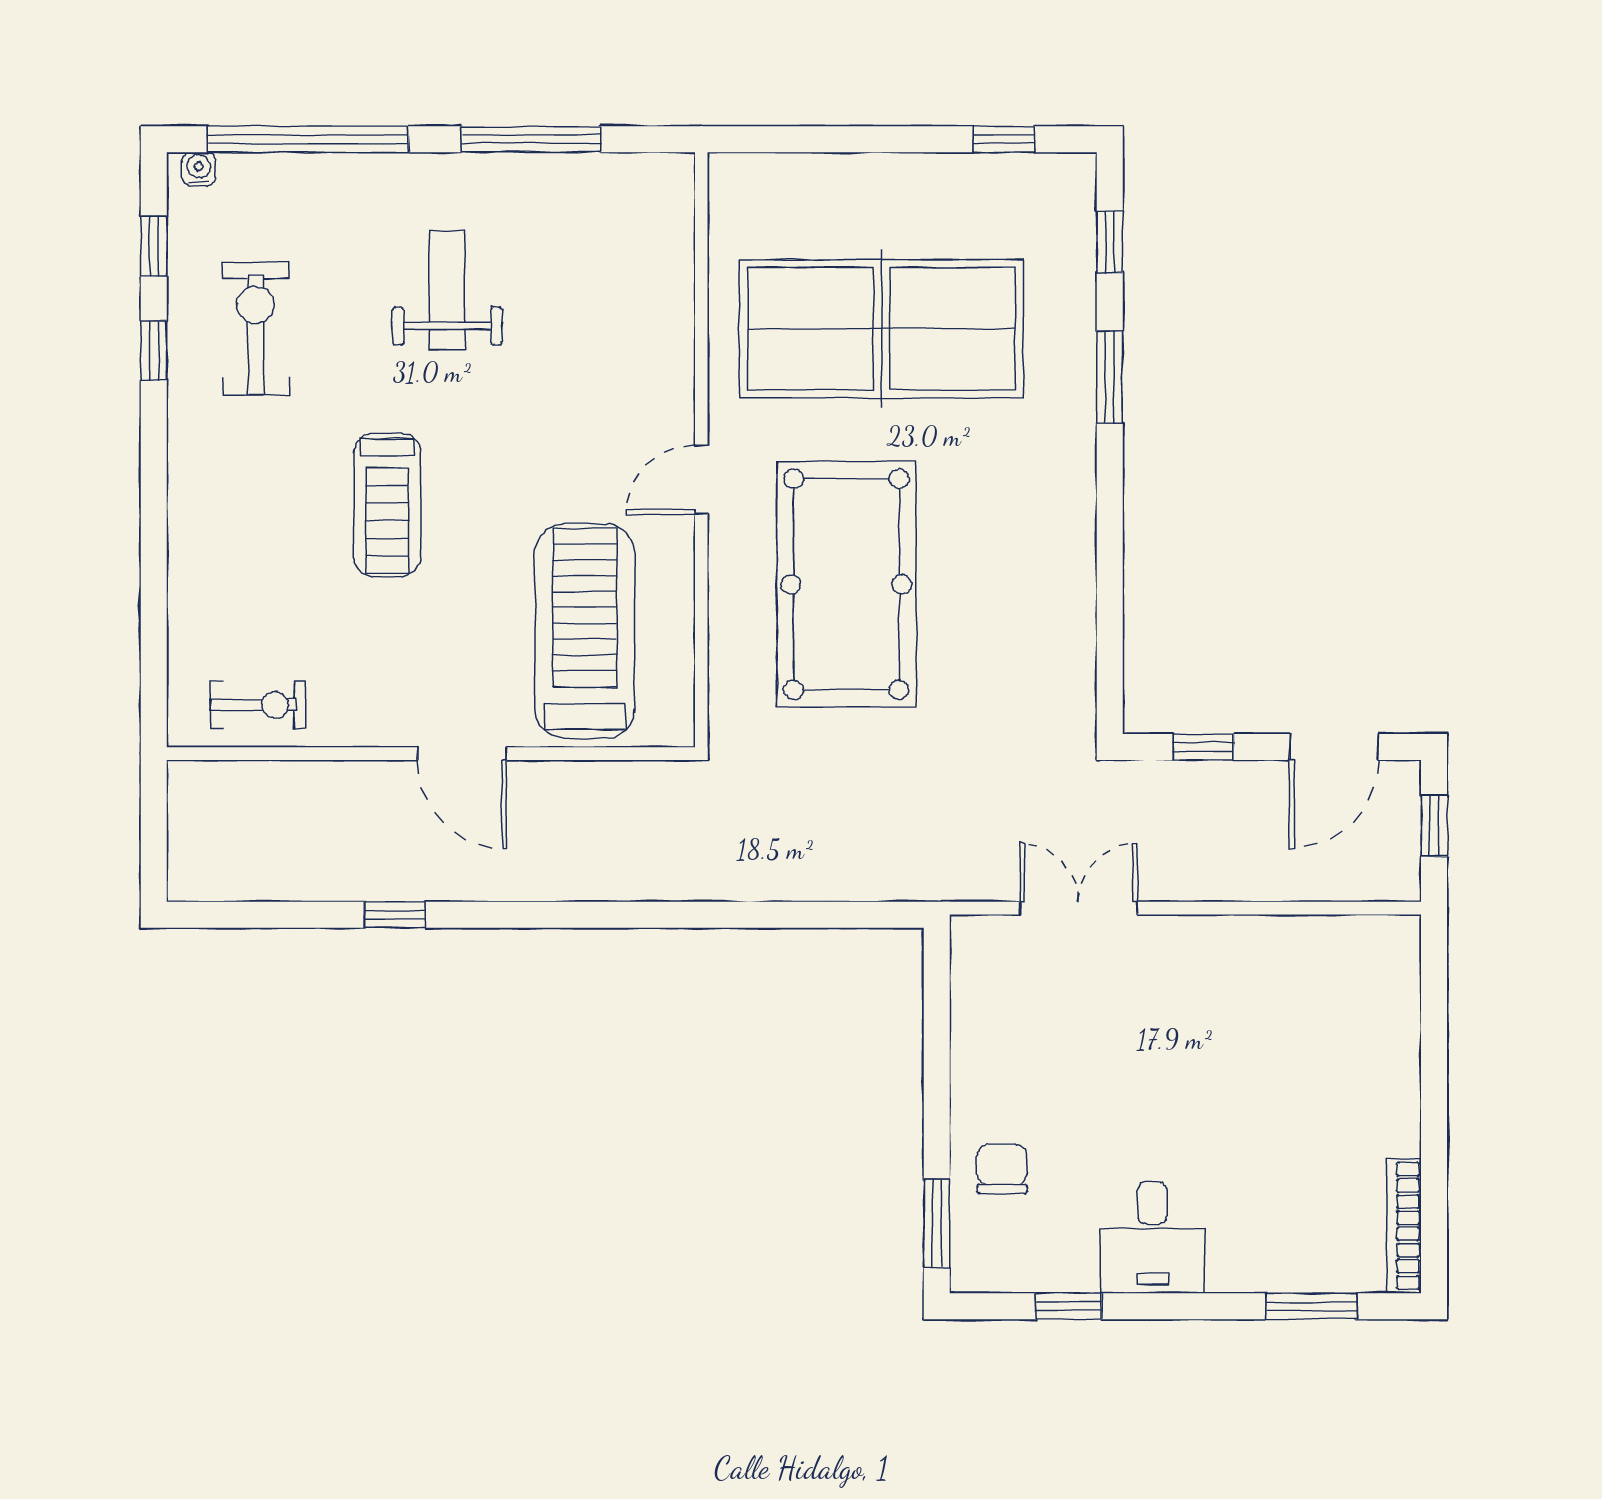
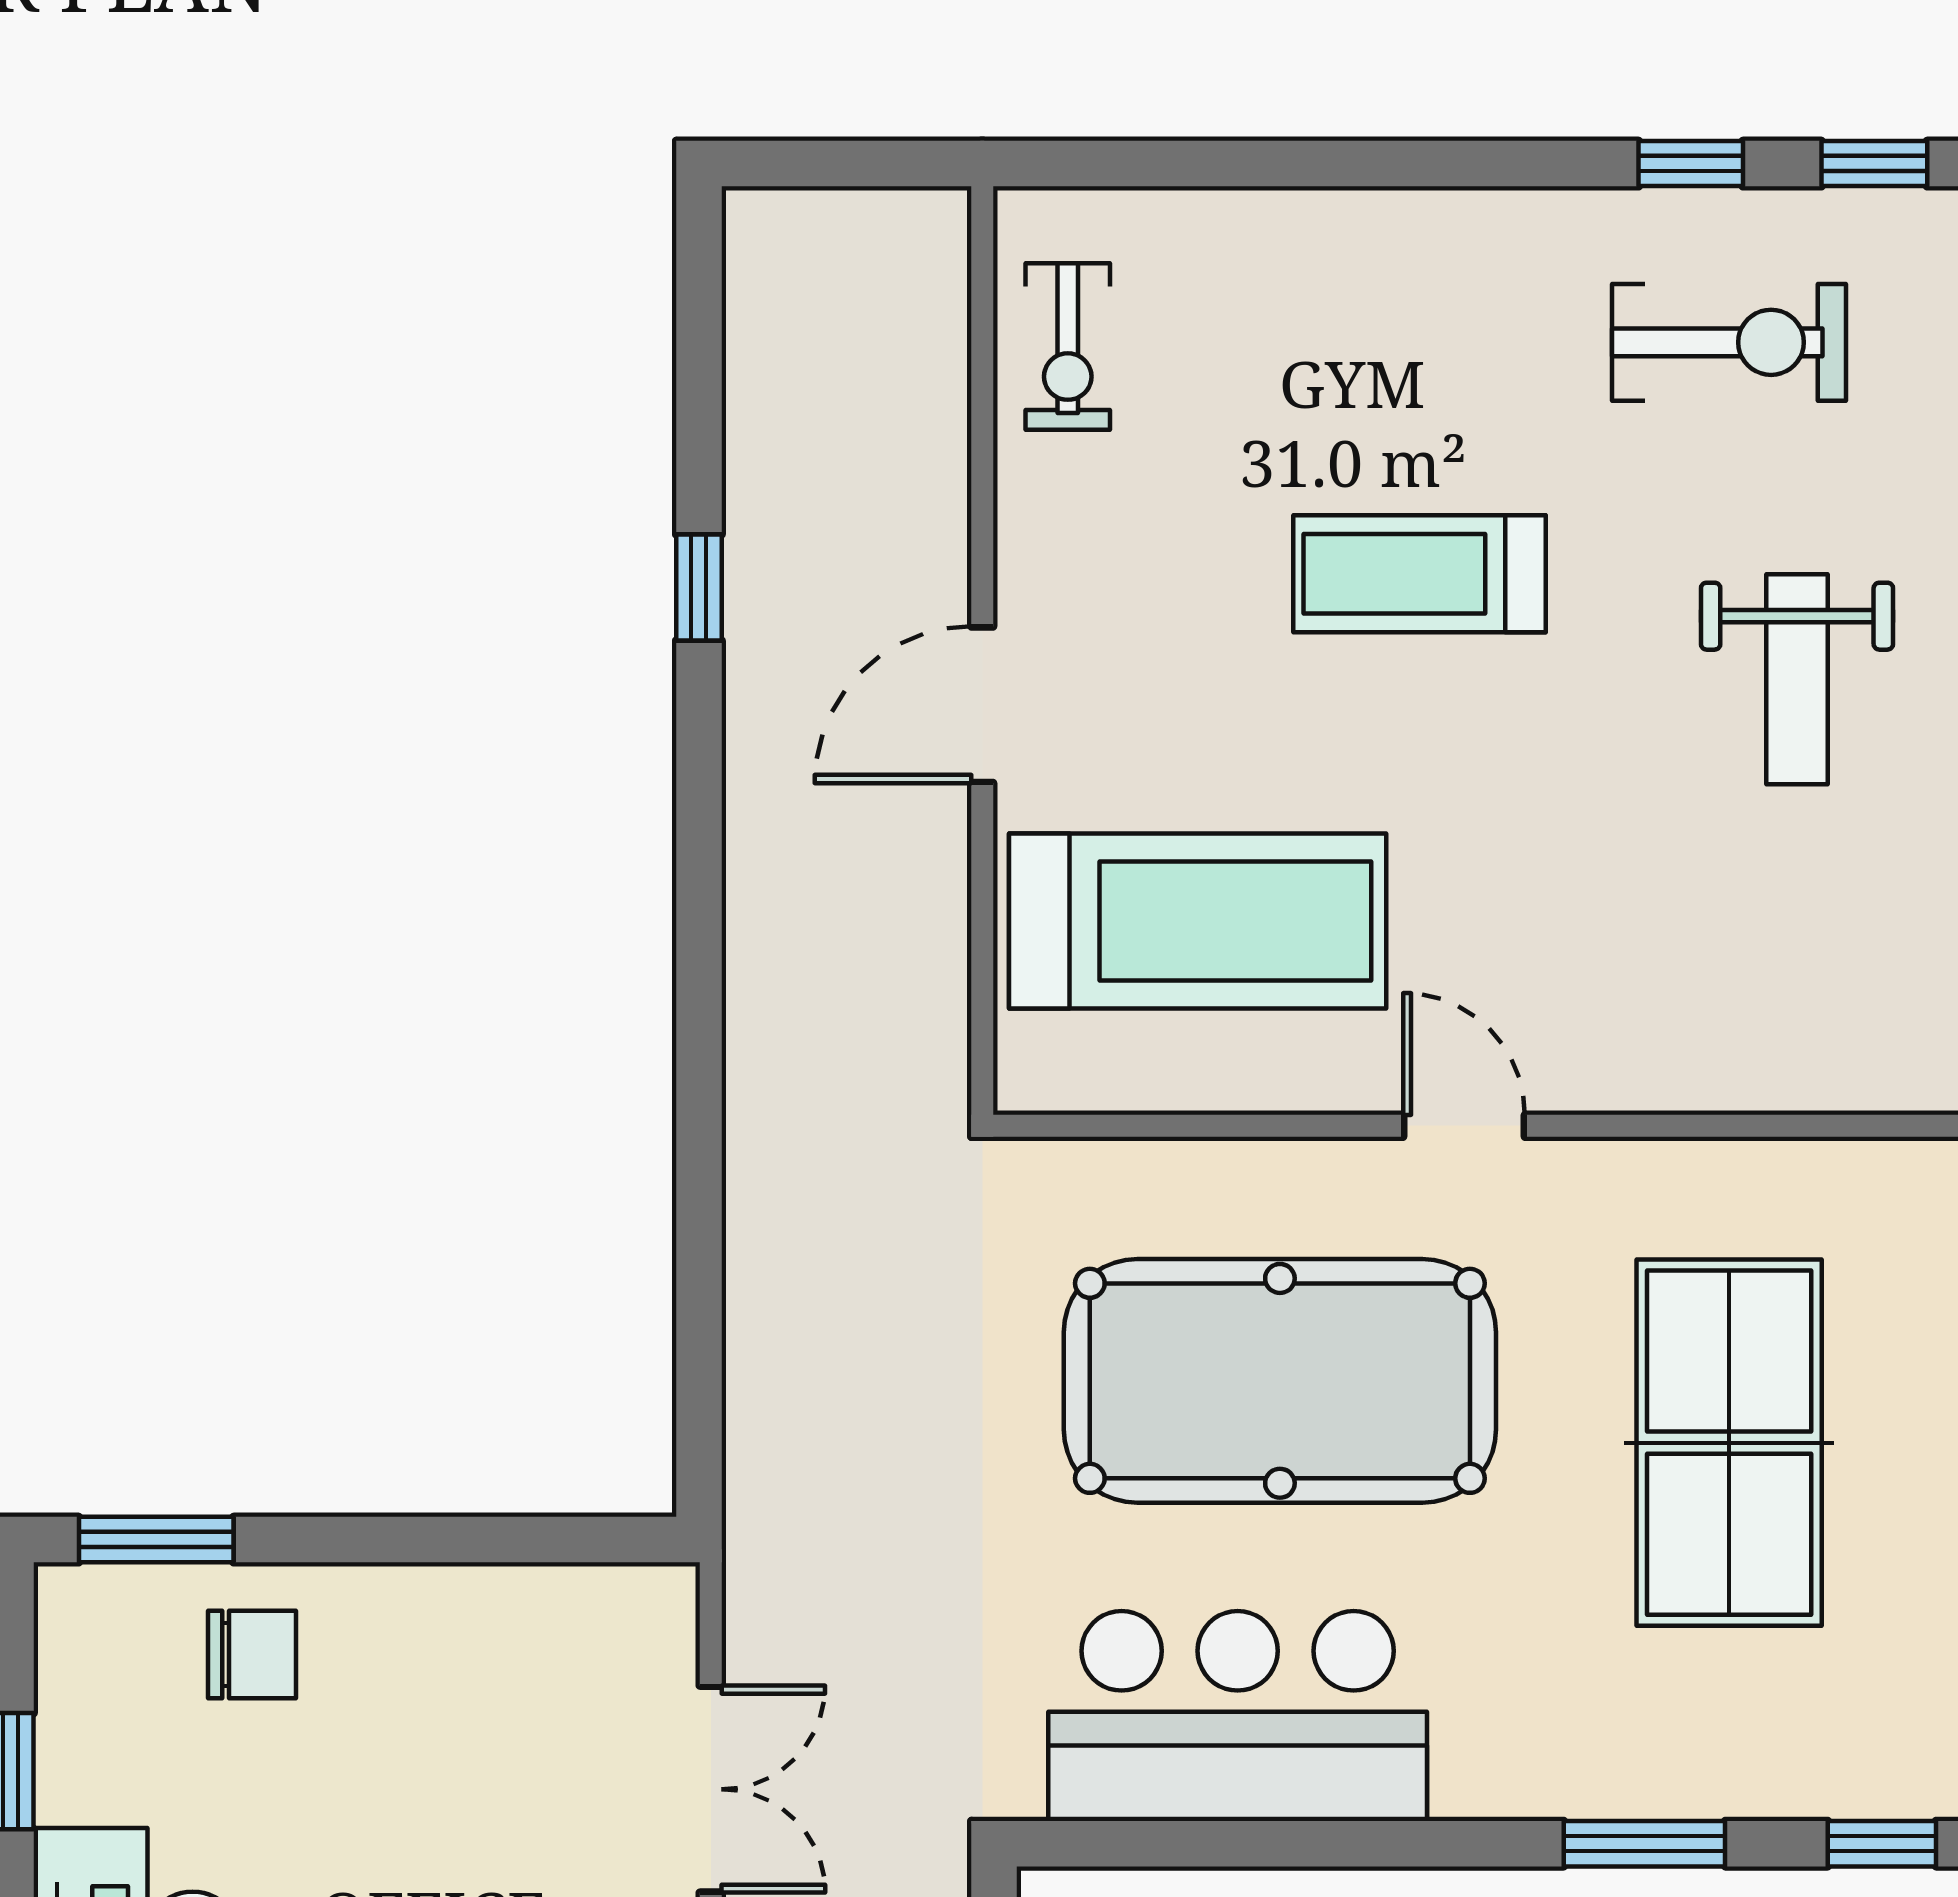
weight bench: (447, 290) -> (1797, 679), turned 90
table tennis table: (881, 329) -> (1729, 1443), width x0.73, depth x0.76
bar counter: (1037, 608) -> (1238, 1716), added

